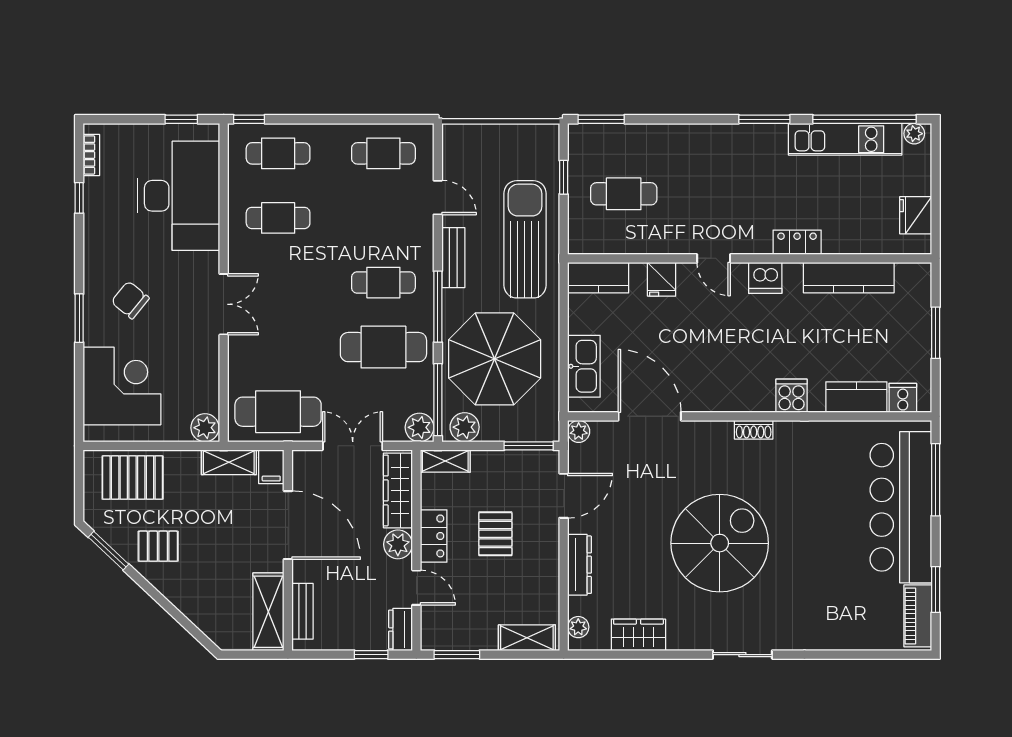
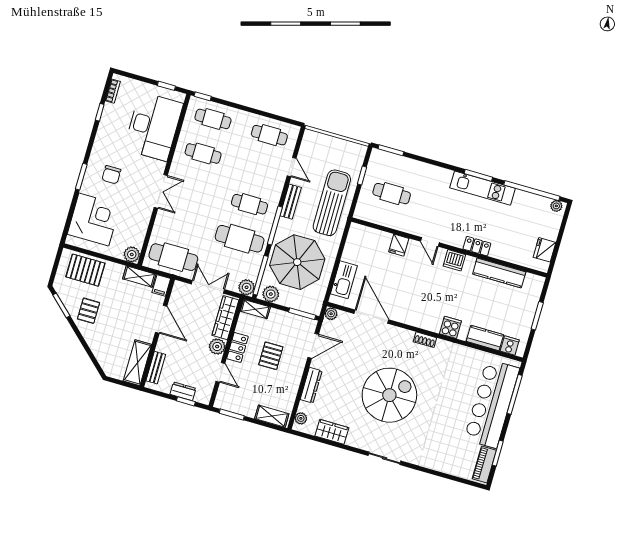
kitchen unit: (845, 139) -> (482, 188), moved
kitchen counter: (598, 278) -> (365, 235), removed
chair: (130, 300) -> (111, 175), turned -129
door: (288, 525) -> (161, 319), width x0.73
pallet: (158, 546) -> (89, 311), turned 90
dresser: (401, 629) -> (183, 391), moved, turned 90

